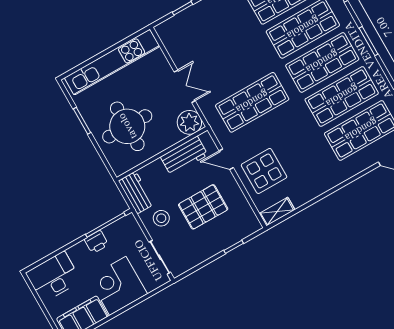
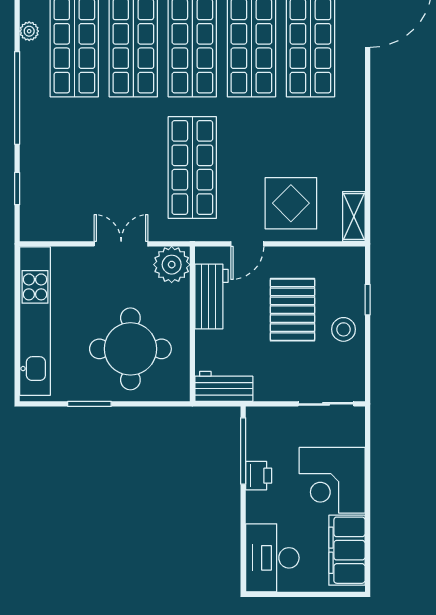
stool: (161, 218) -> (344, 329), moved

